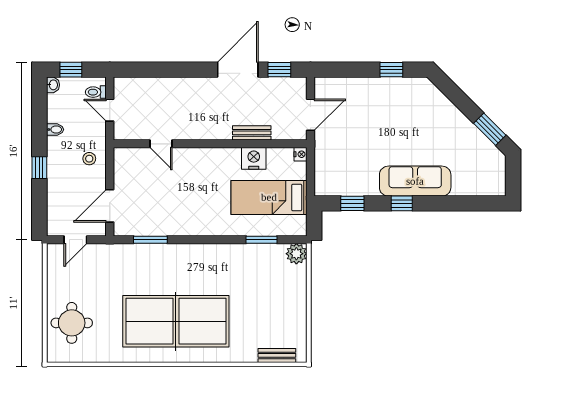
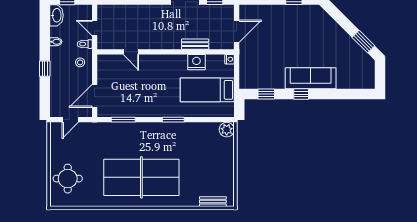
washbasin: (53, 85) -> (56, 15), width x1.91, depth x1.45
toilet: (96, 92) -> (85, 44), moved
window: (262, 240) -> (173, 120), moved

